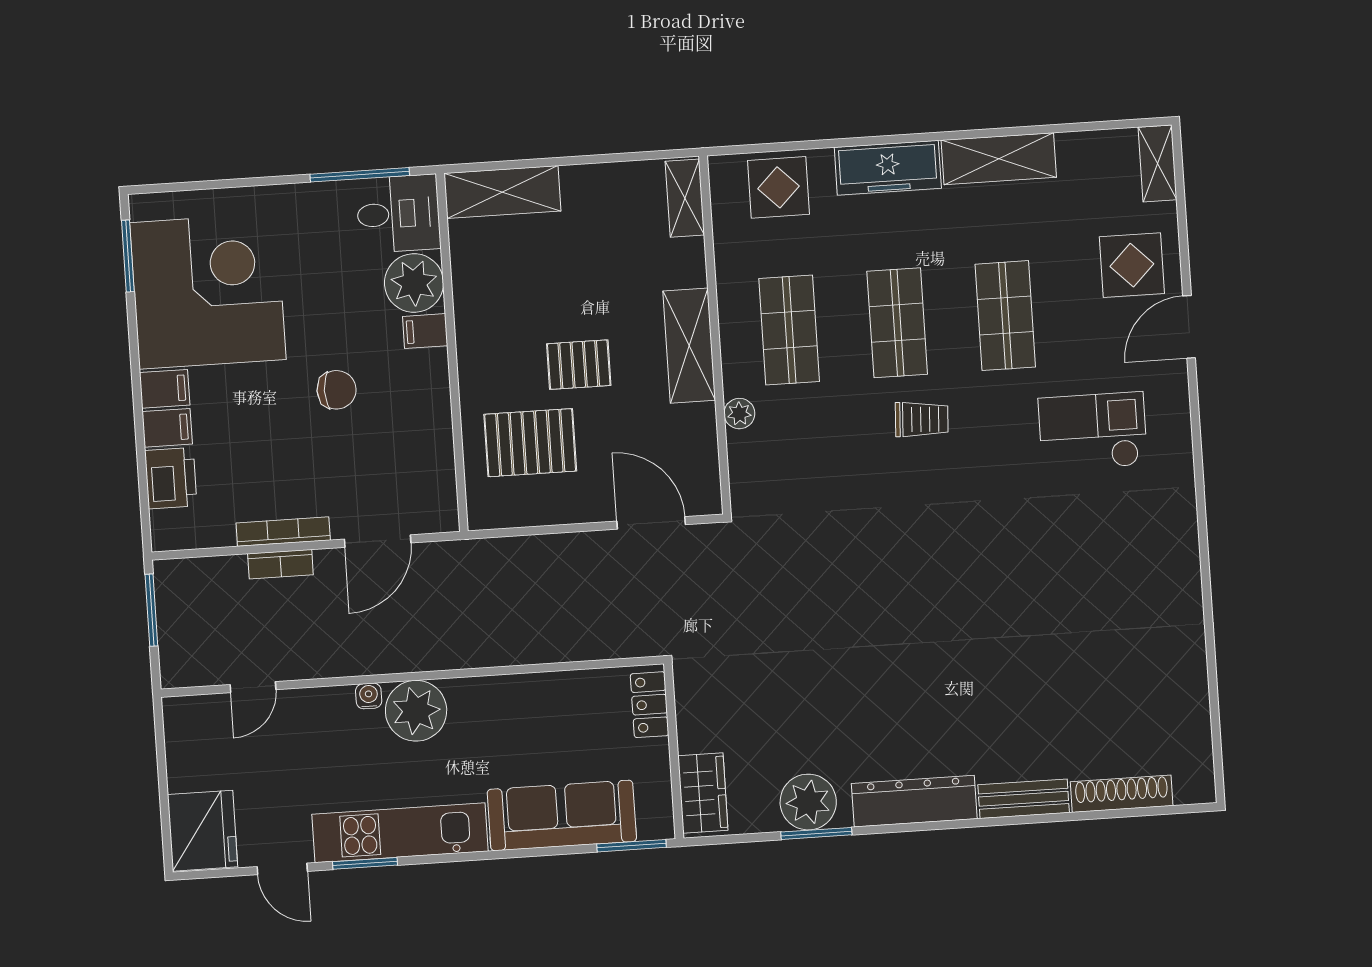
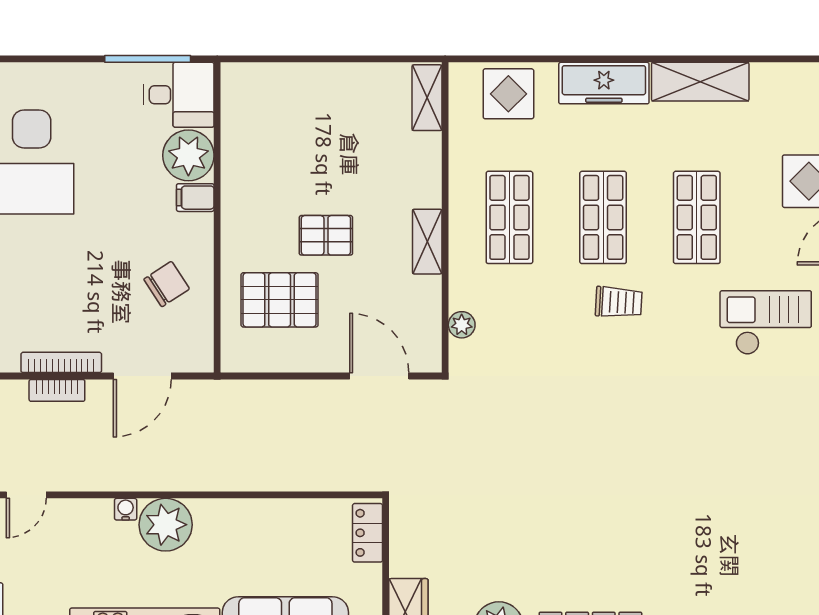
shelving: (502, 192) -> (270, 82), removed
shelving: (689, 346) -> (427, 242), width x0.67, depth x0.75
chair: (337, 390) -> (167, 284), moved, turned -33
plant: (739, 414) -> (462, 325), moved

